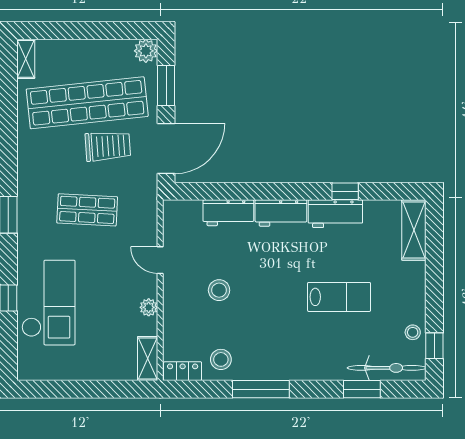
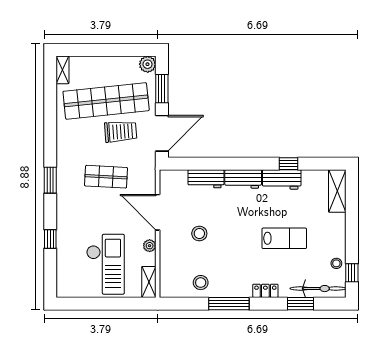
door: (160, 260) -> (158, 212), width x1.87
checkout: (48, 303) -> (105, 264), moved
locker: (183, 371) -> (265, 291), moved

